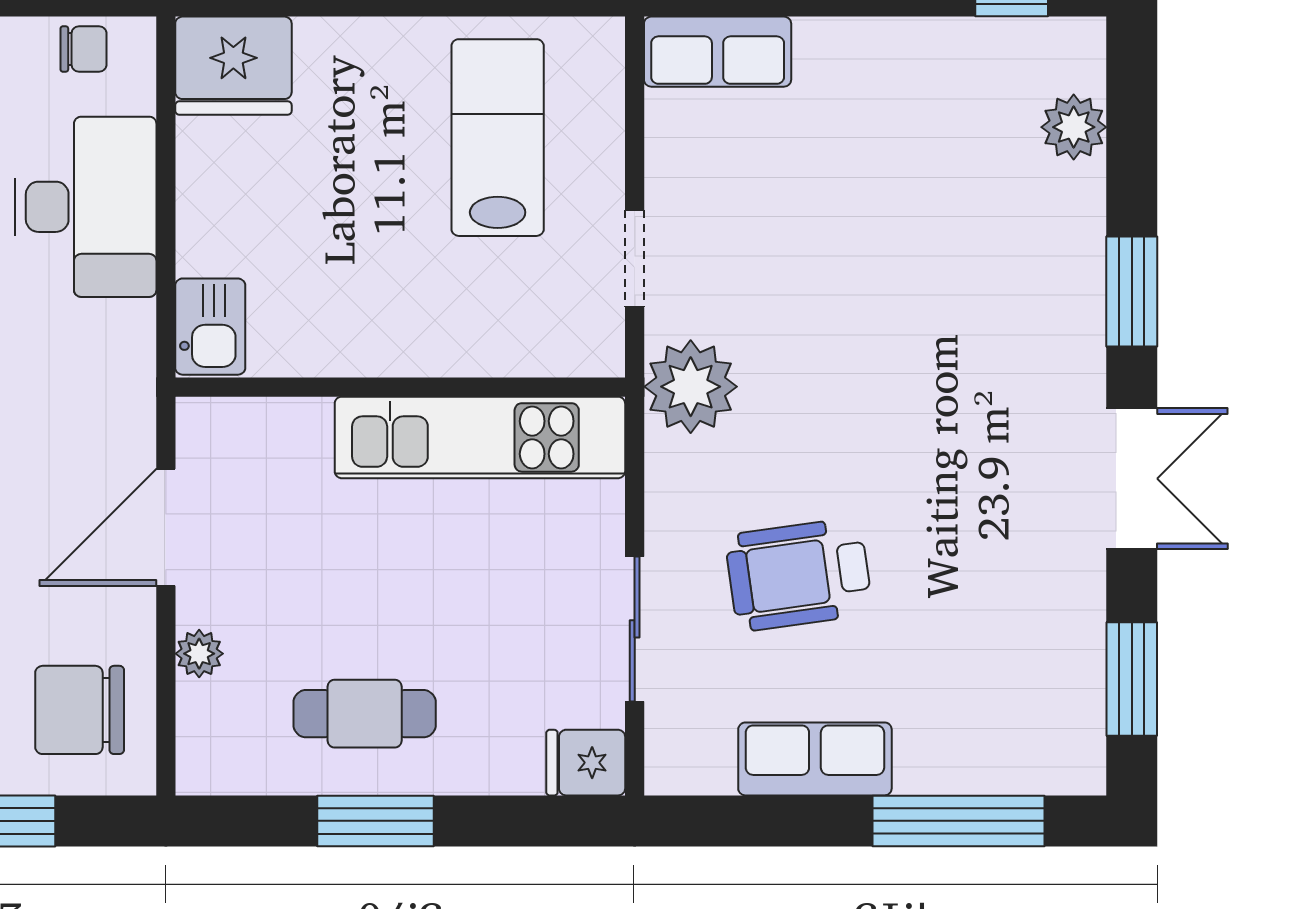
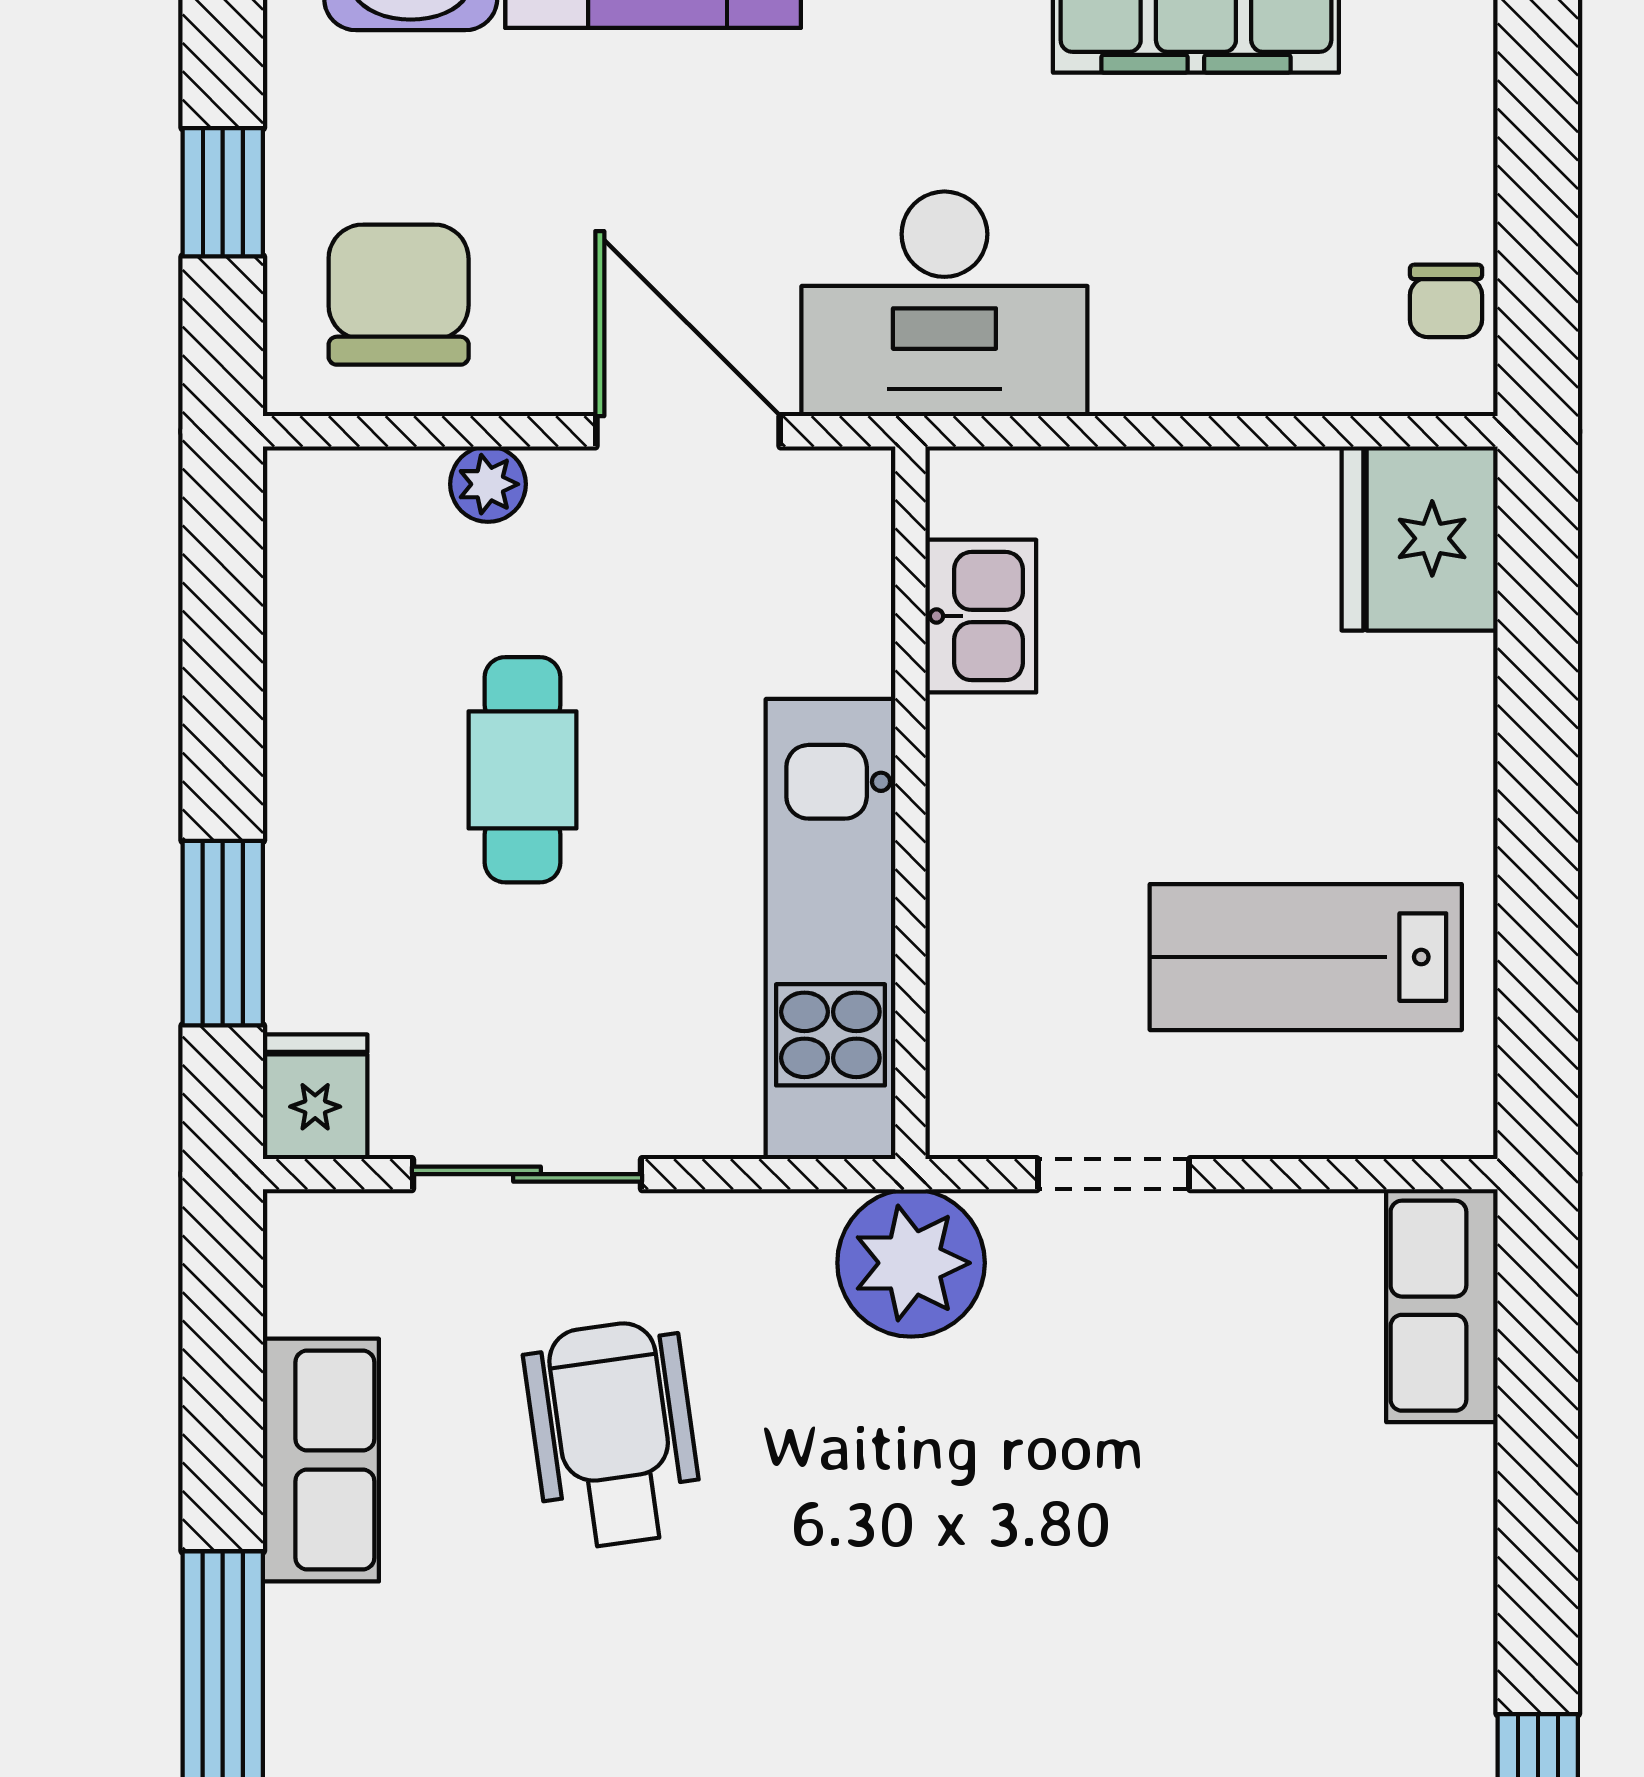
lab bench: (498, 138) -> (1306, 957), turned 180
desk: (85, 207) -> (944, 304), moved
kitchen sink: (210, 327) -> (981, 616), moved, turned -90
cafe table: (365, 714) -> (523, 770), moved
window: (376, 821) -> (223, 933), moved

